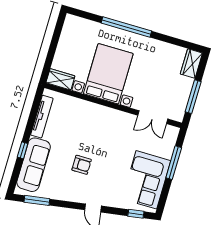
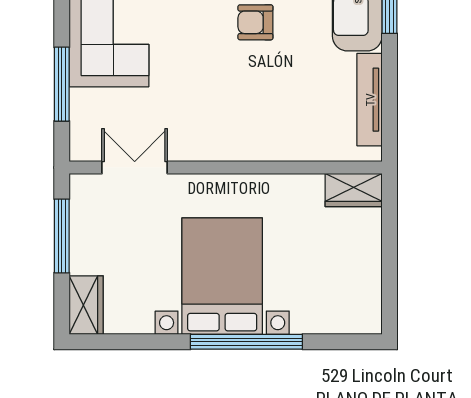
bed with nightstands: (108, 74) -> (222, 276), moved, turned 180

